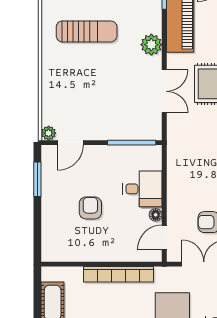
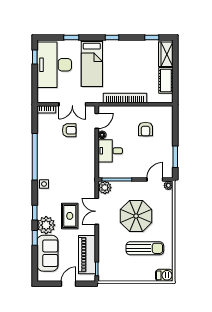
sun lounger: (87, 31) -> (145, 248), turned 180
plant: (151, 45) -> (105, 188), moved
parasol: (101, 84) -> (136, 216), added
armchair: (90, 208) -> (146, 129), moved

